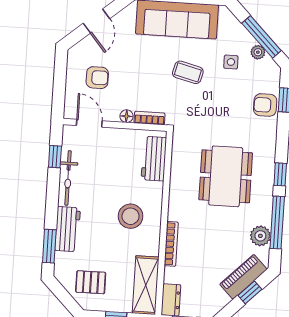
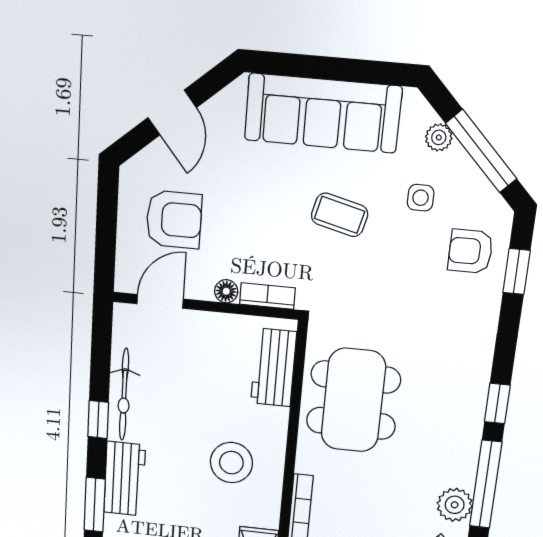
plant: (258, 52) -> (439, 137), moved
armchair: (97, 78) -> (174, 220), width x1.38, depth x1.38
armchair: (265, 105) -> (470, 251), moved
door: (89, 123) -> (160, 301), hinge flipped
window: (55, 157) -> (98, 419), moved
dining table: (226, 176) -> (353, 400), moved

